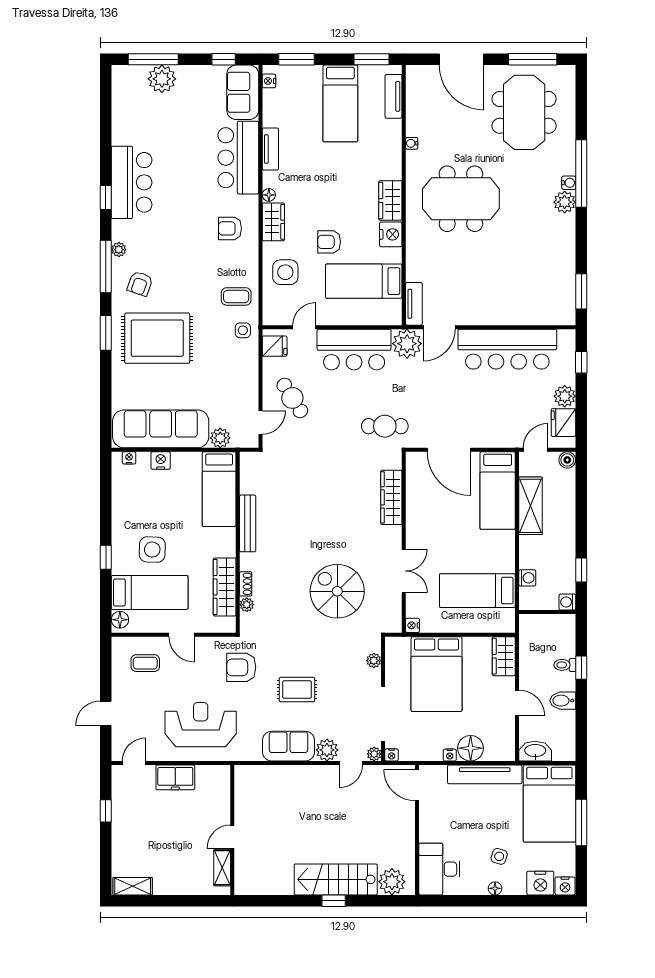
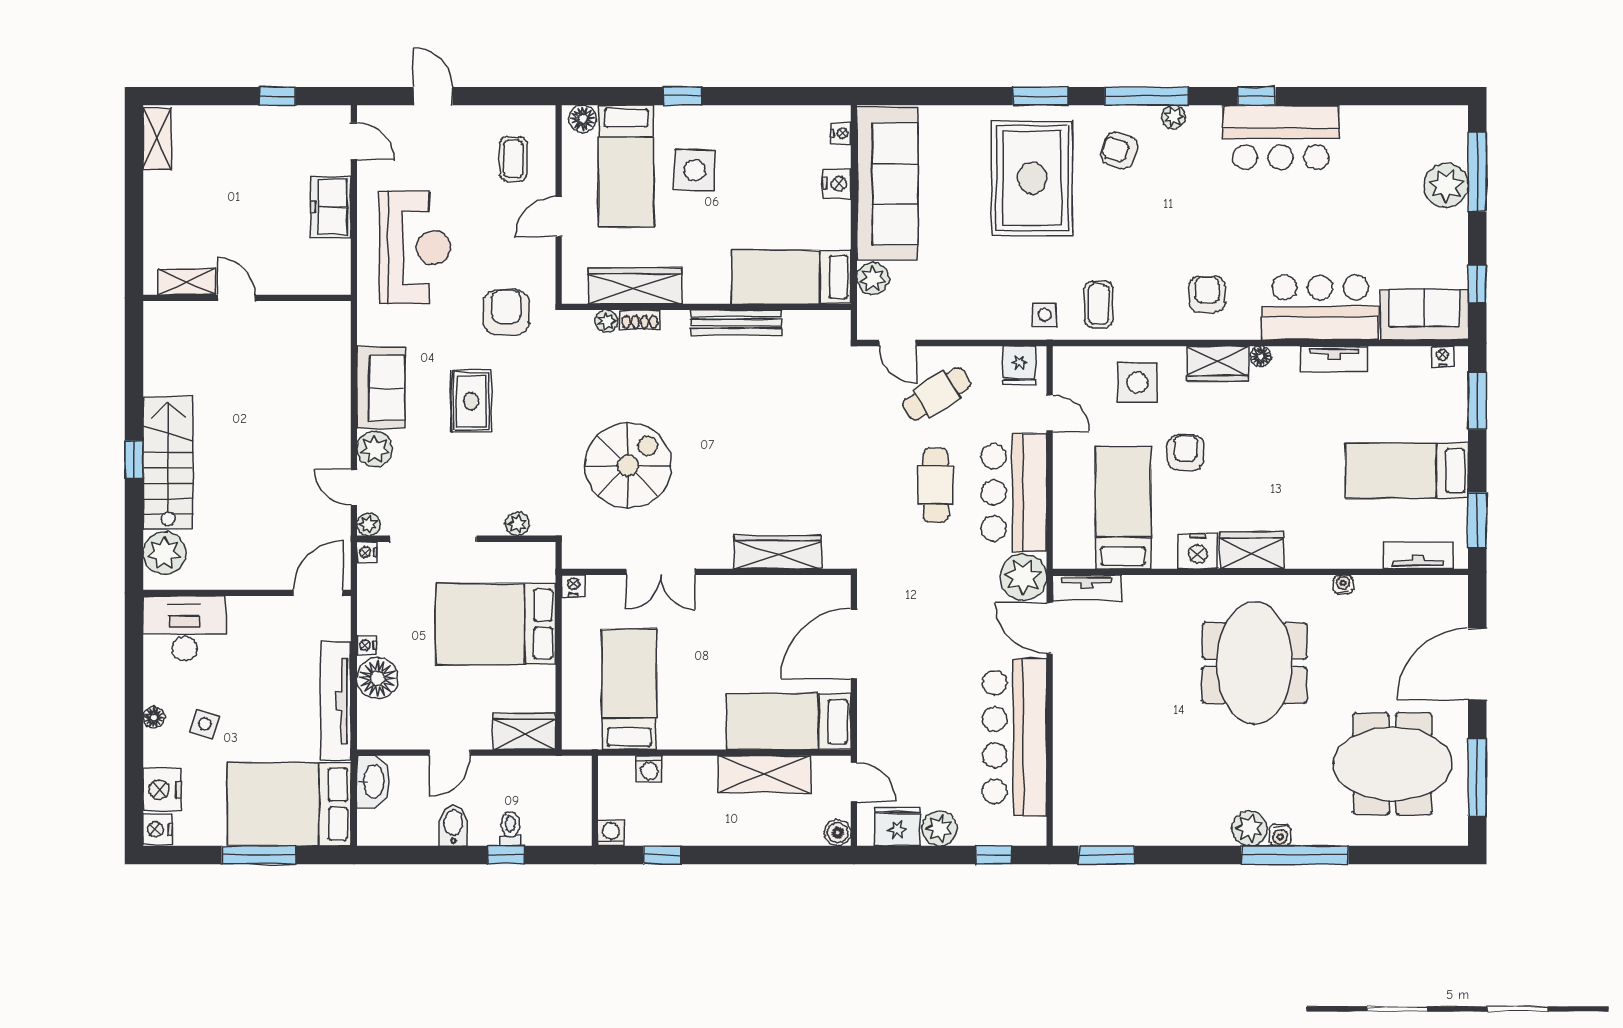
cafe table: (385, 426) -> (936, 485), moved

